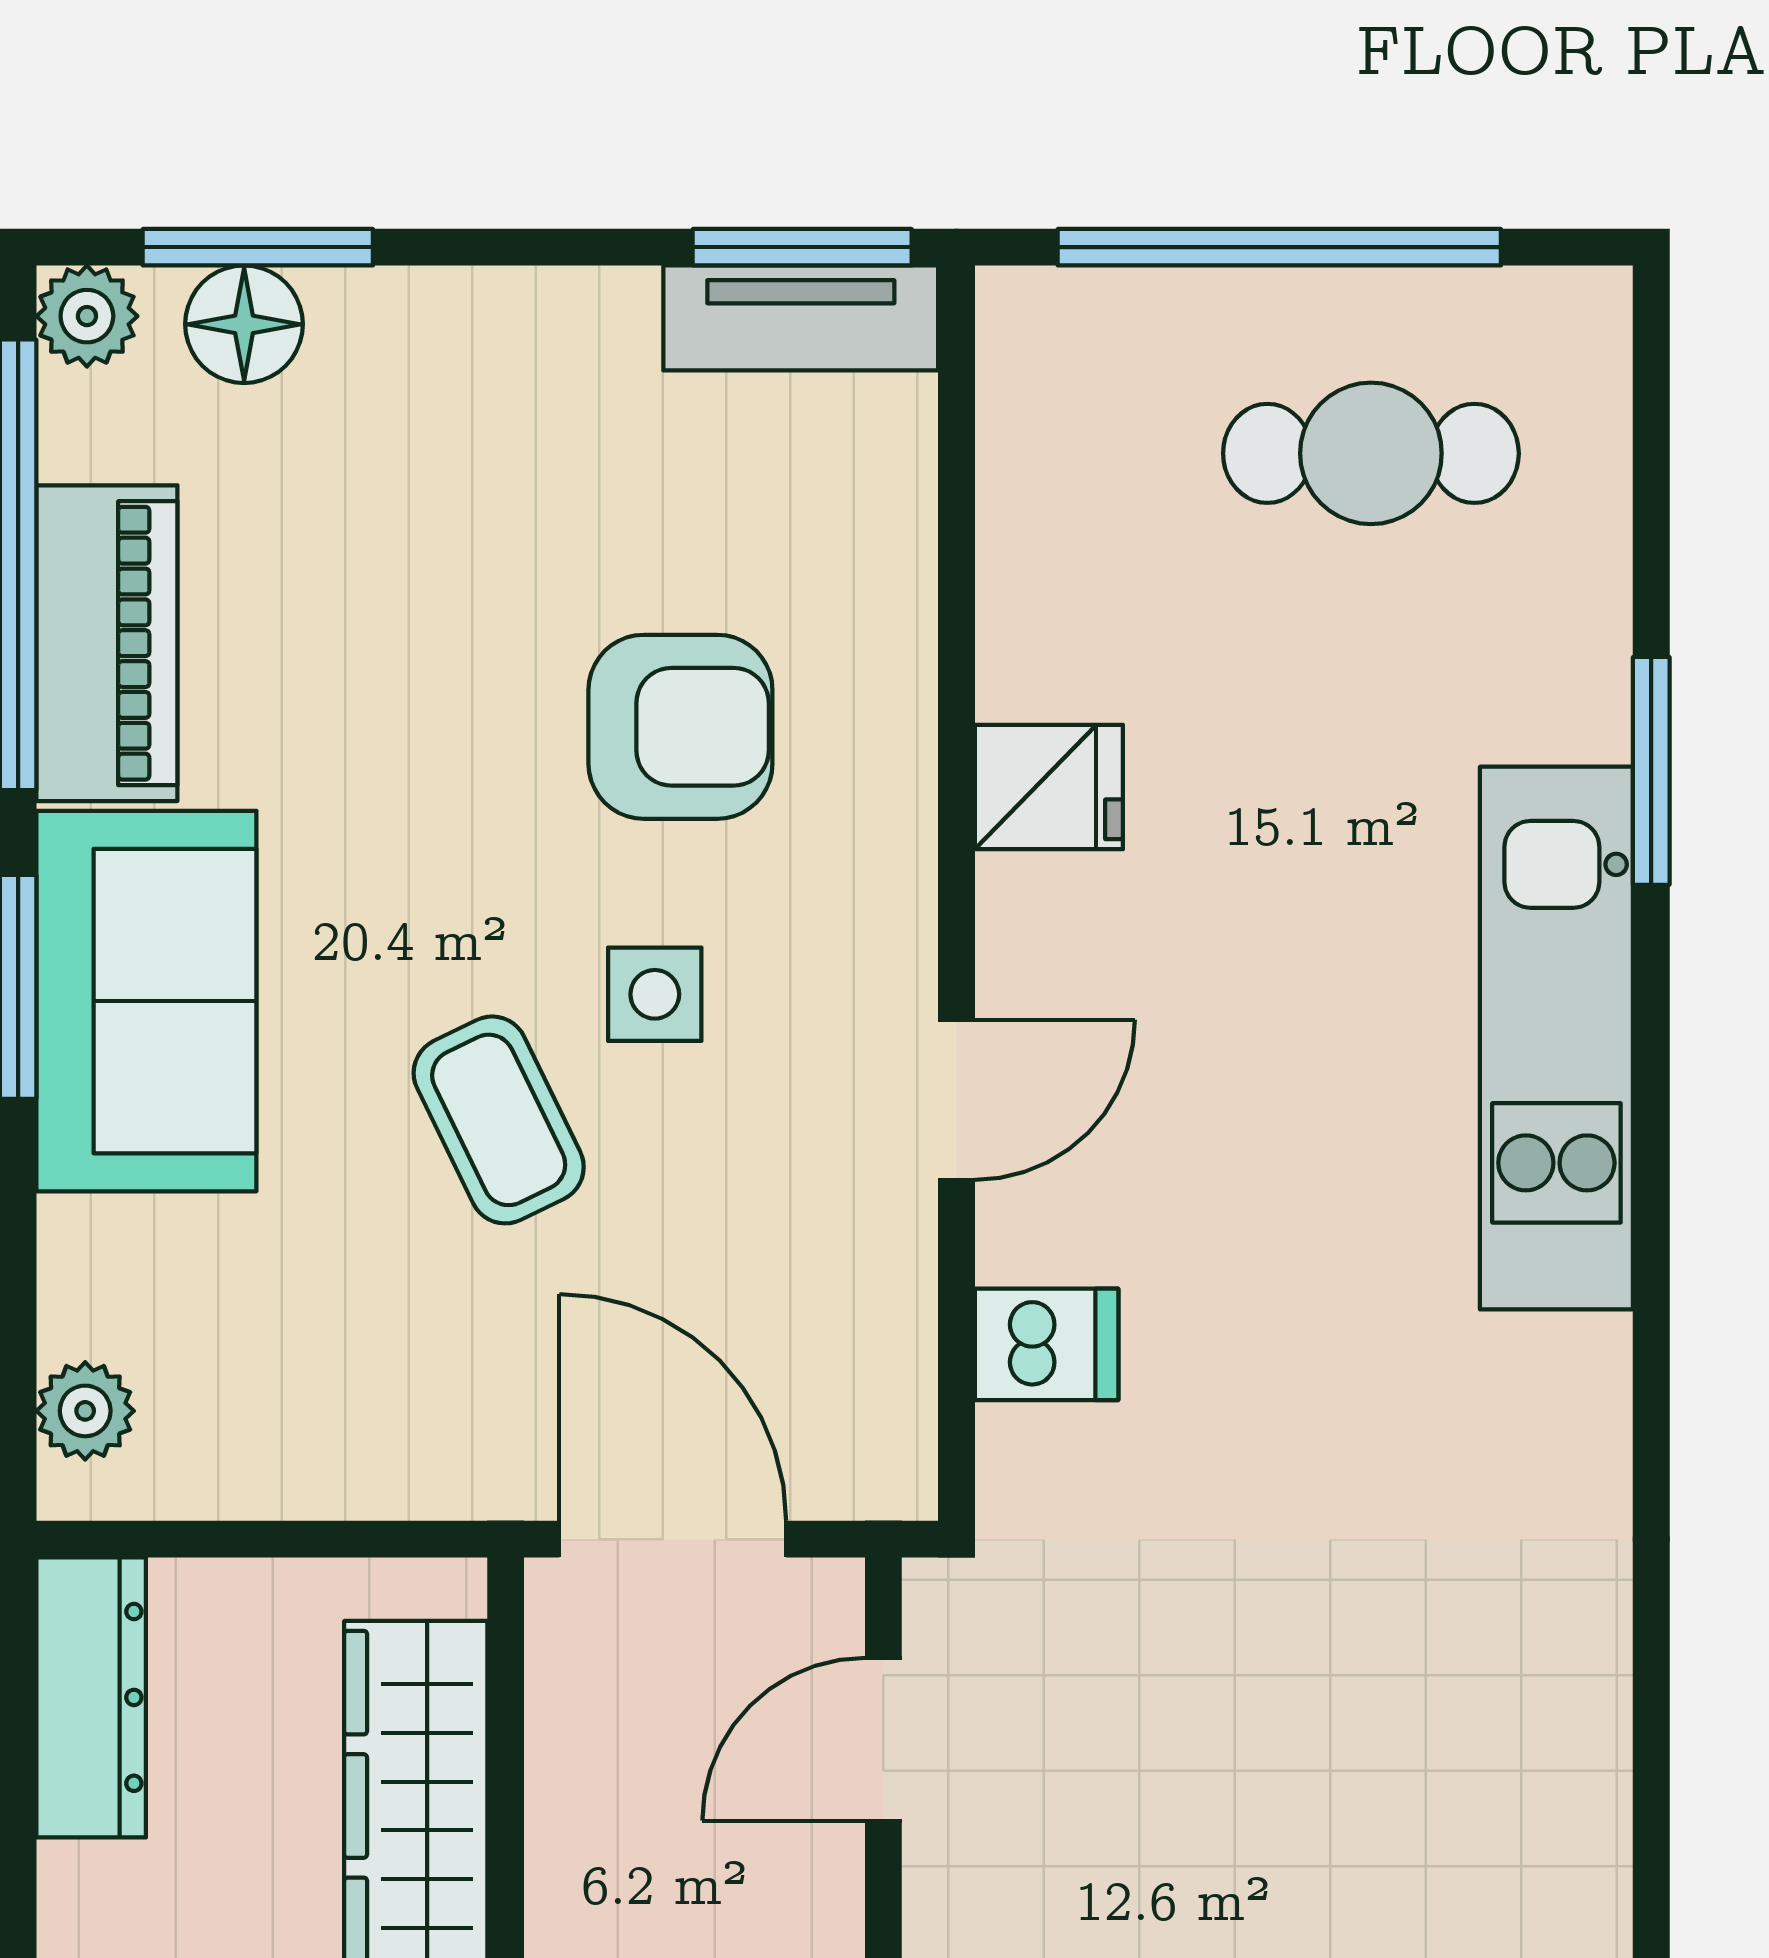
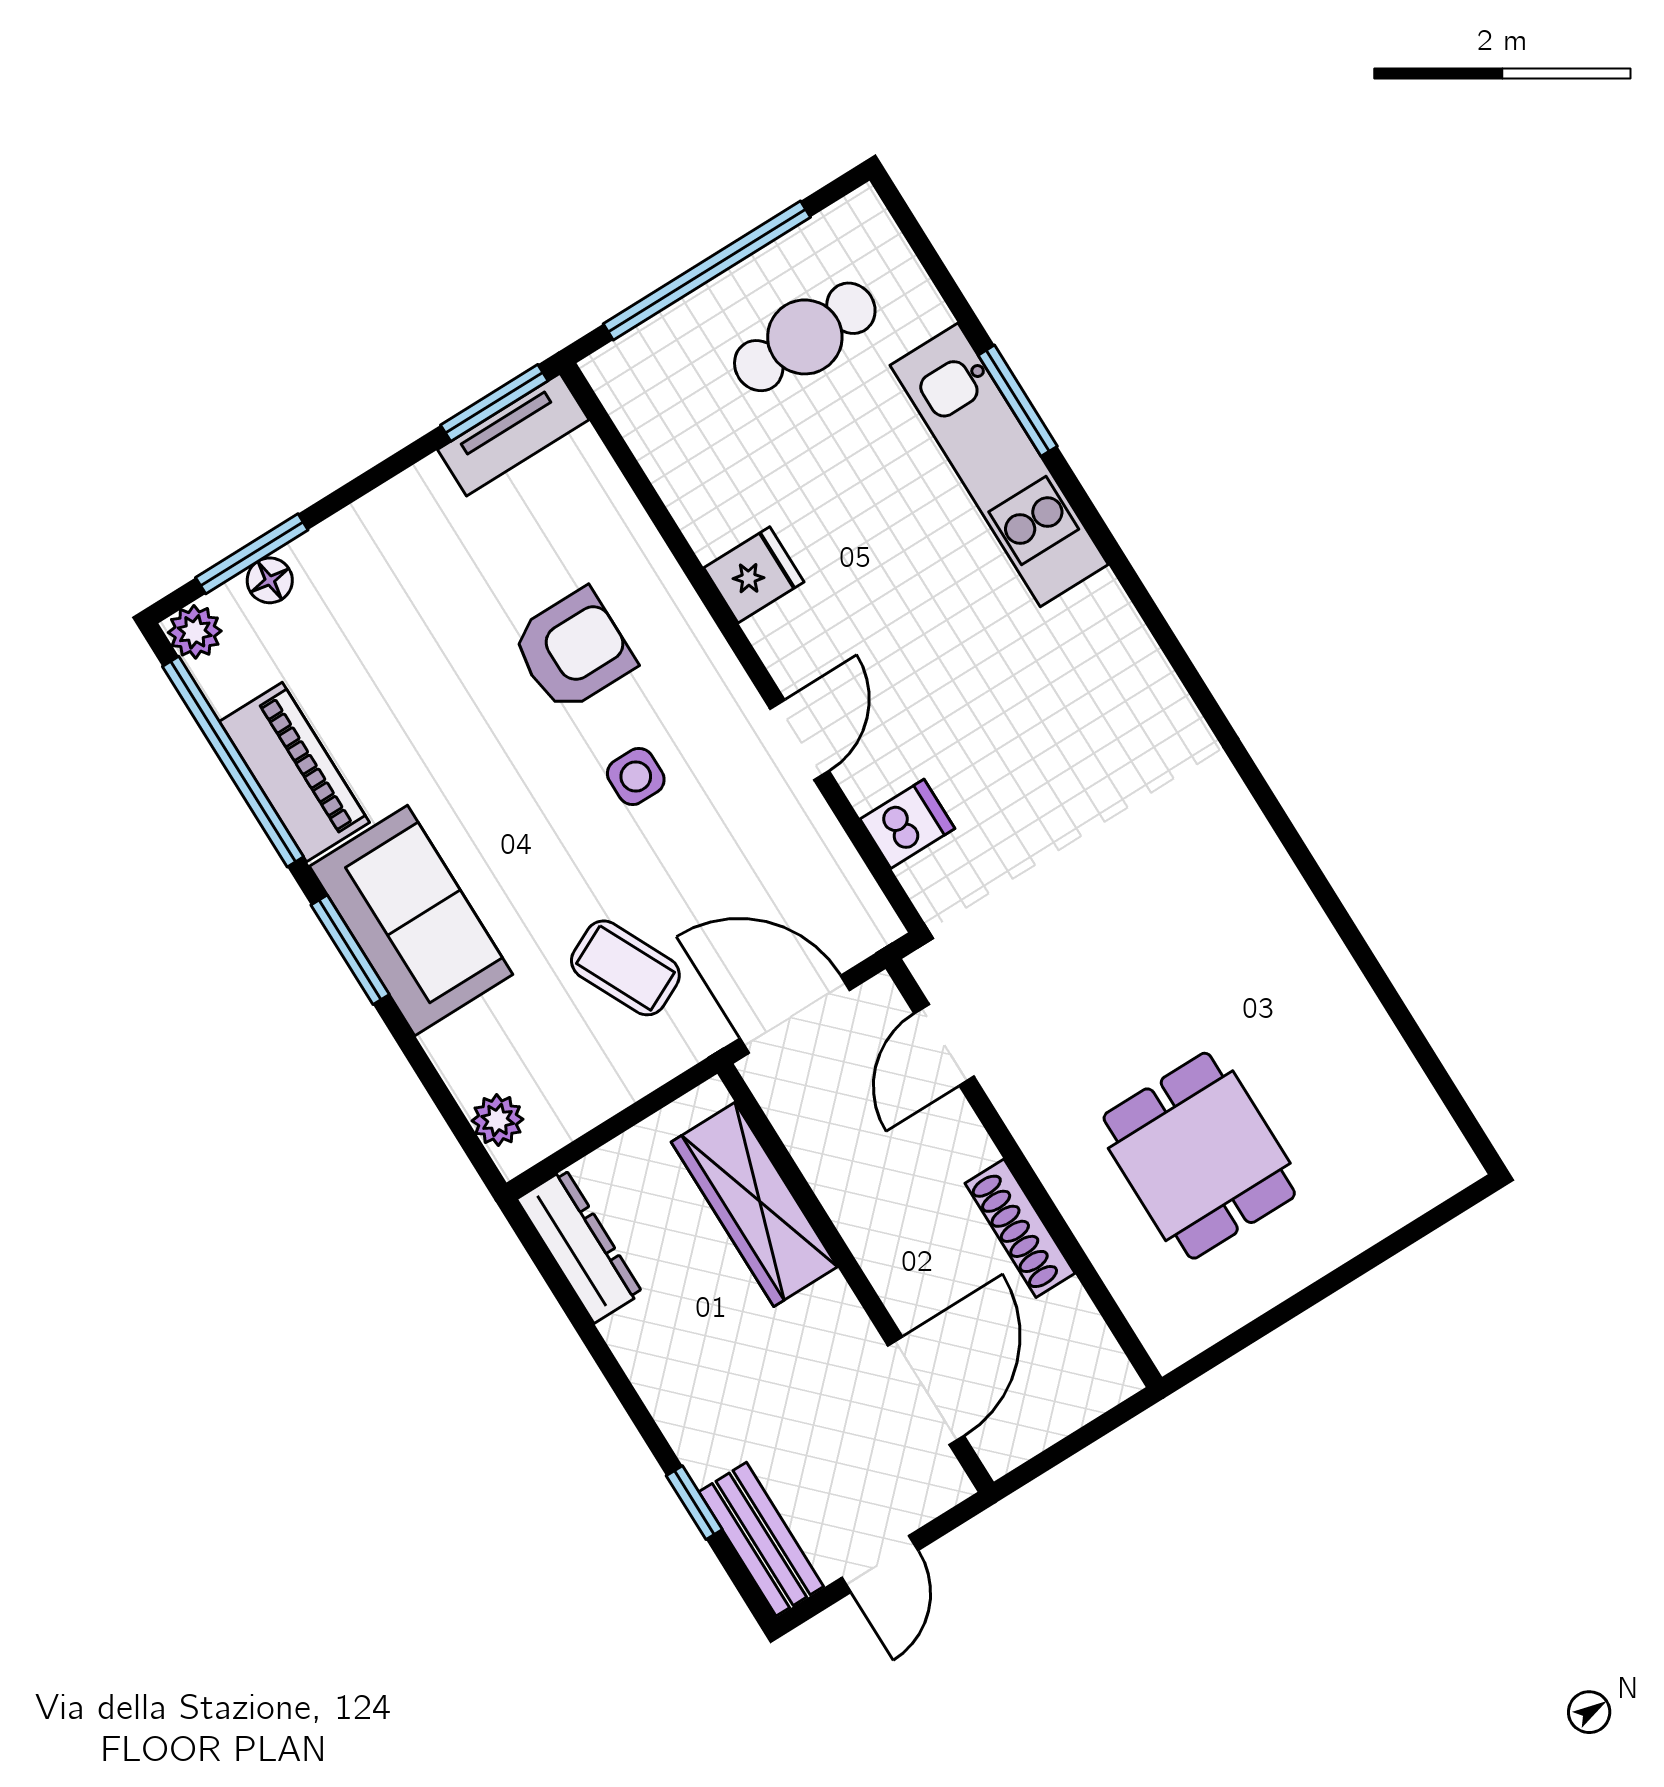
floor lamp: (244, 324) -> (270, 580), width x0.73, depth x0.73
kitchen unit: (1556, 1038) -> (999, 465), moved
coffee table: (499, 1120) -> (625, 968), moved

